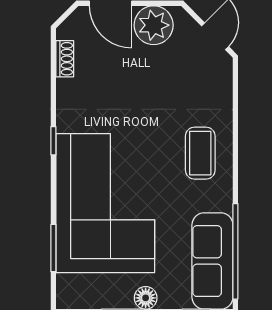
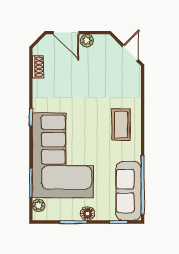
plant: (154, 25) -> (87, 41), width x0.53, depth x0.53
plant: (66, 285) -> (39, 205), added

